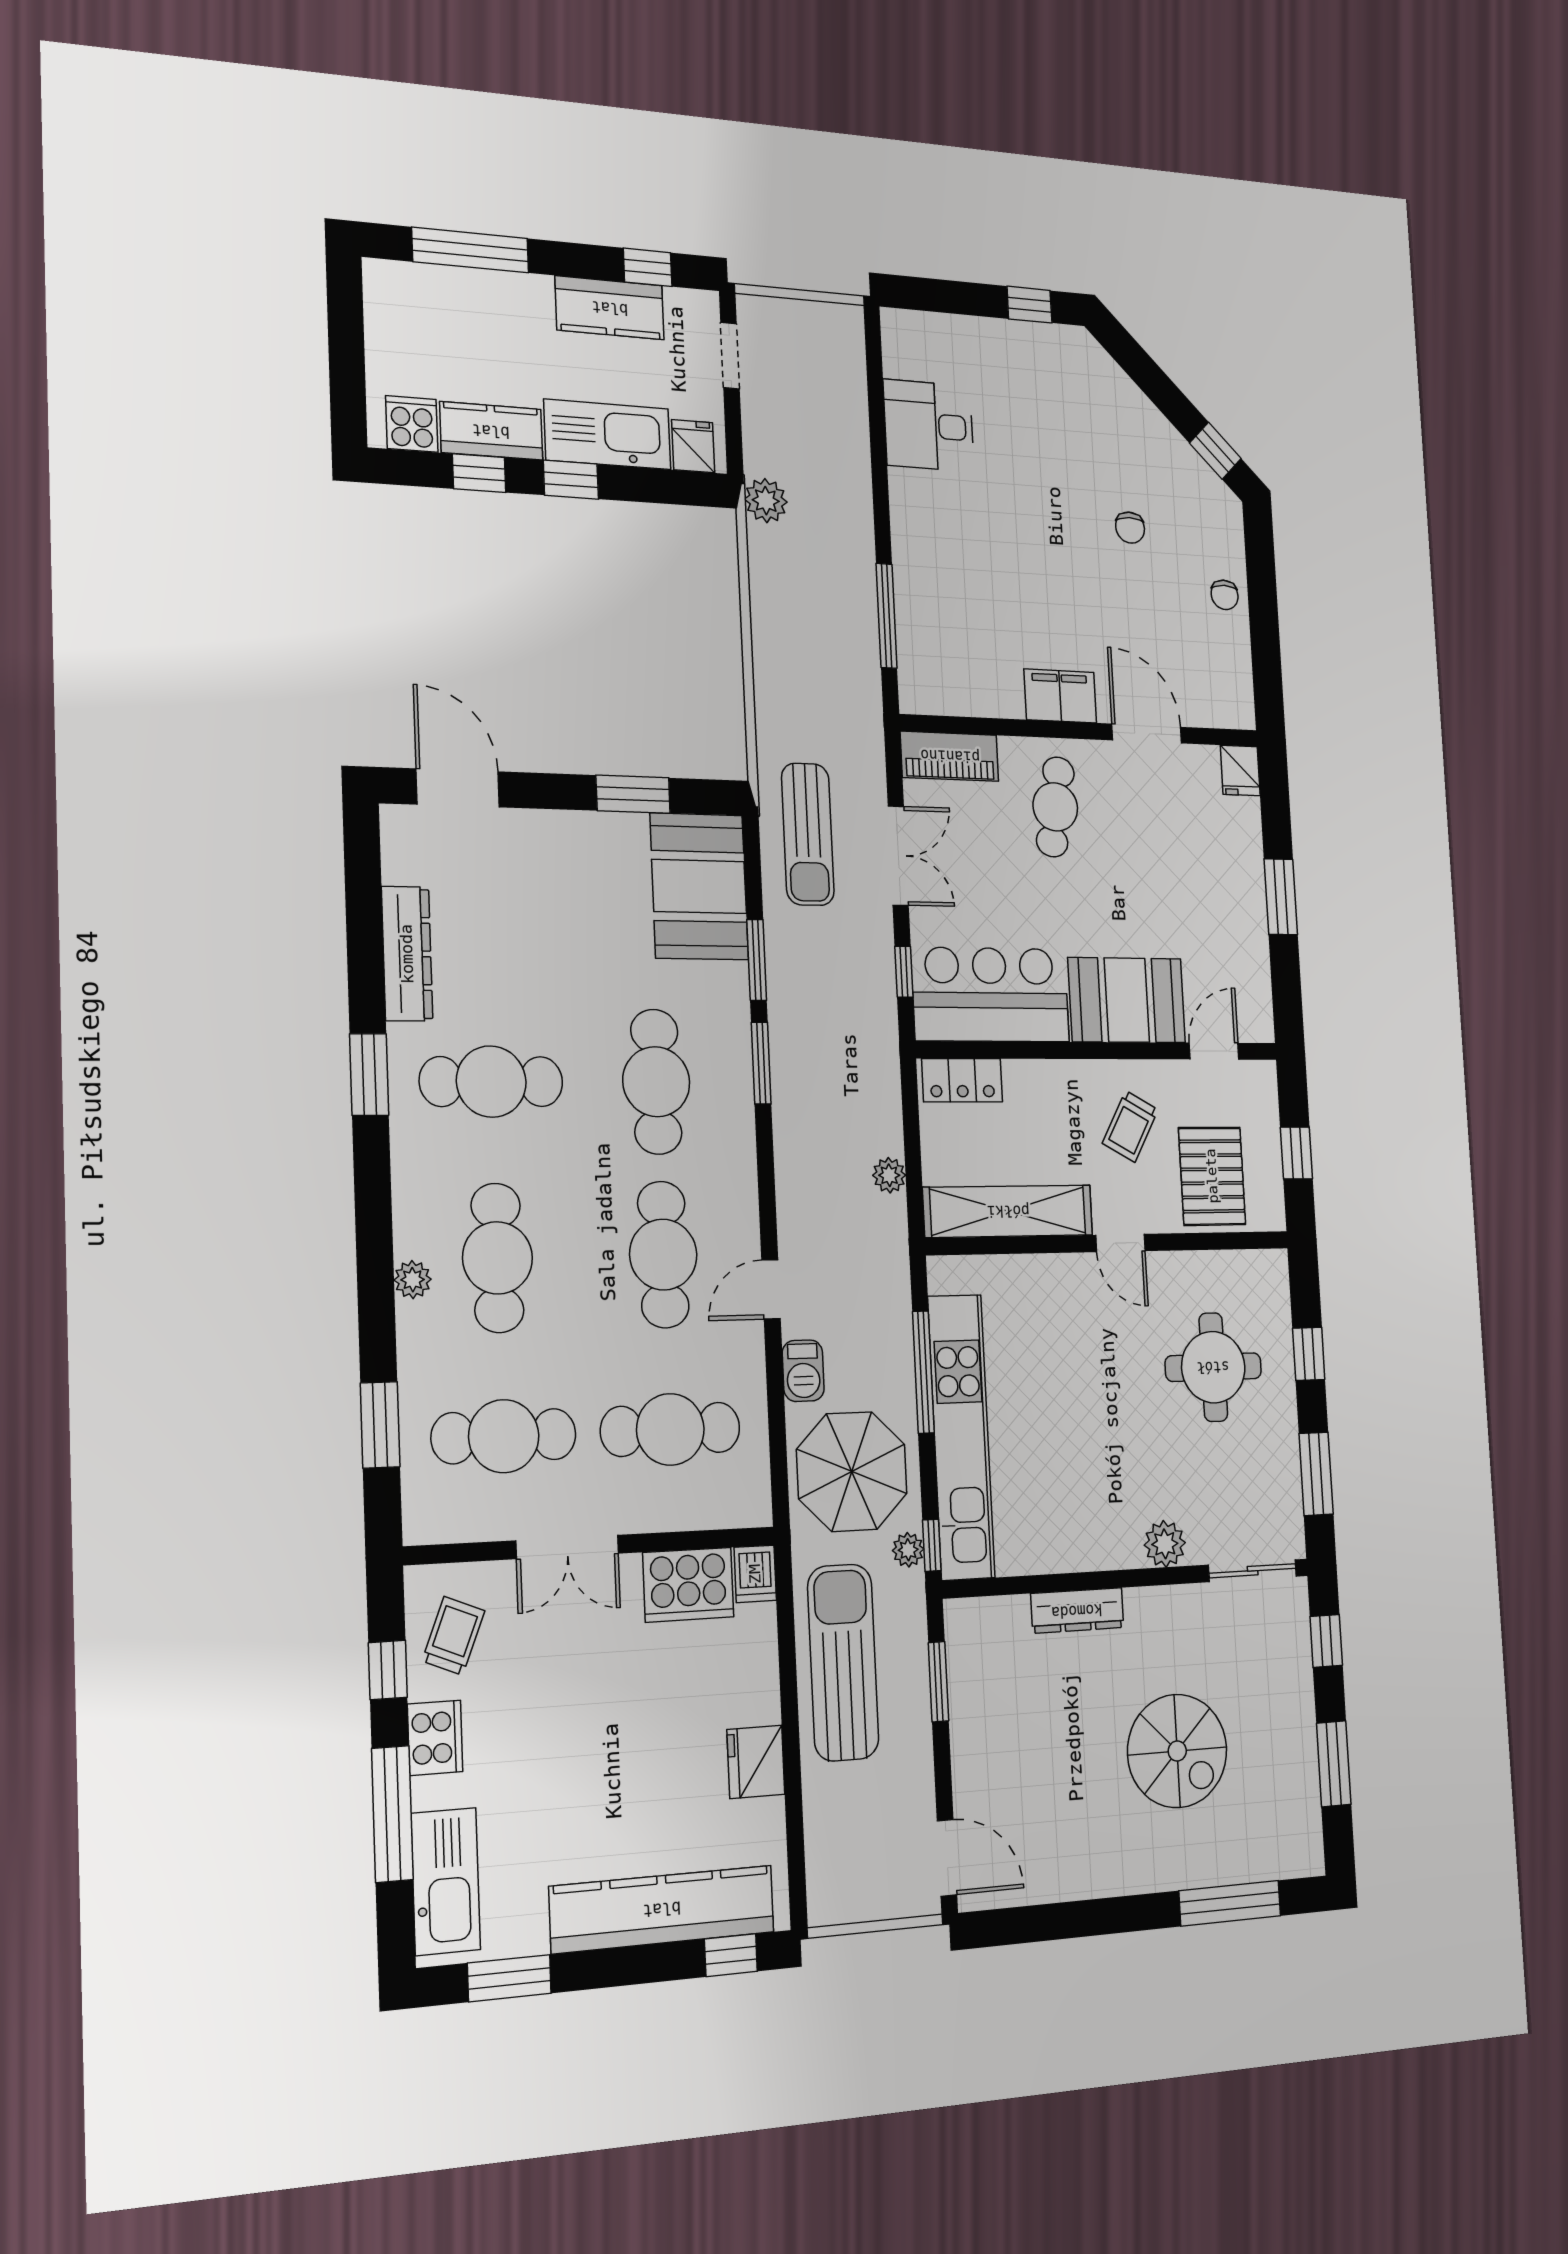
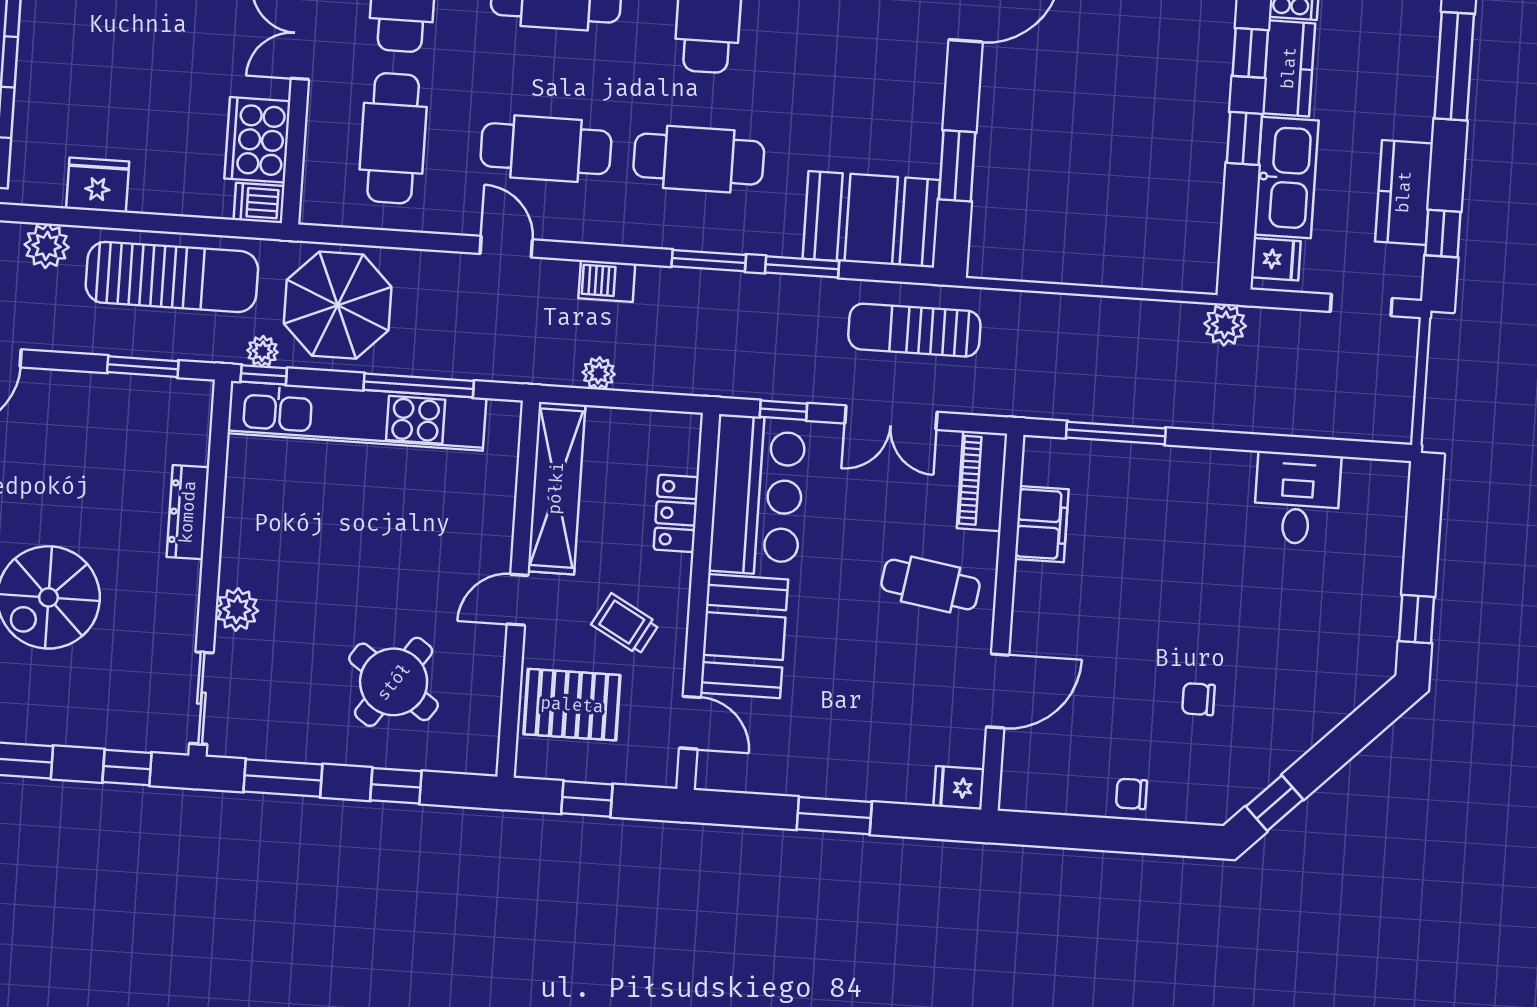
filing cabinet: (1060, 696) -> (1042, 524), moved
locker: (962, 1080) -> (676, 513), moved
round table: (1213, 1367) -> (394, 682), turned 35
barbecue: (803, 1371) -> (607, 281), moved
plant: (826, 1810) -> (47, 246), added

